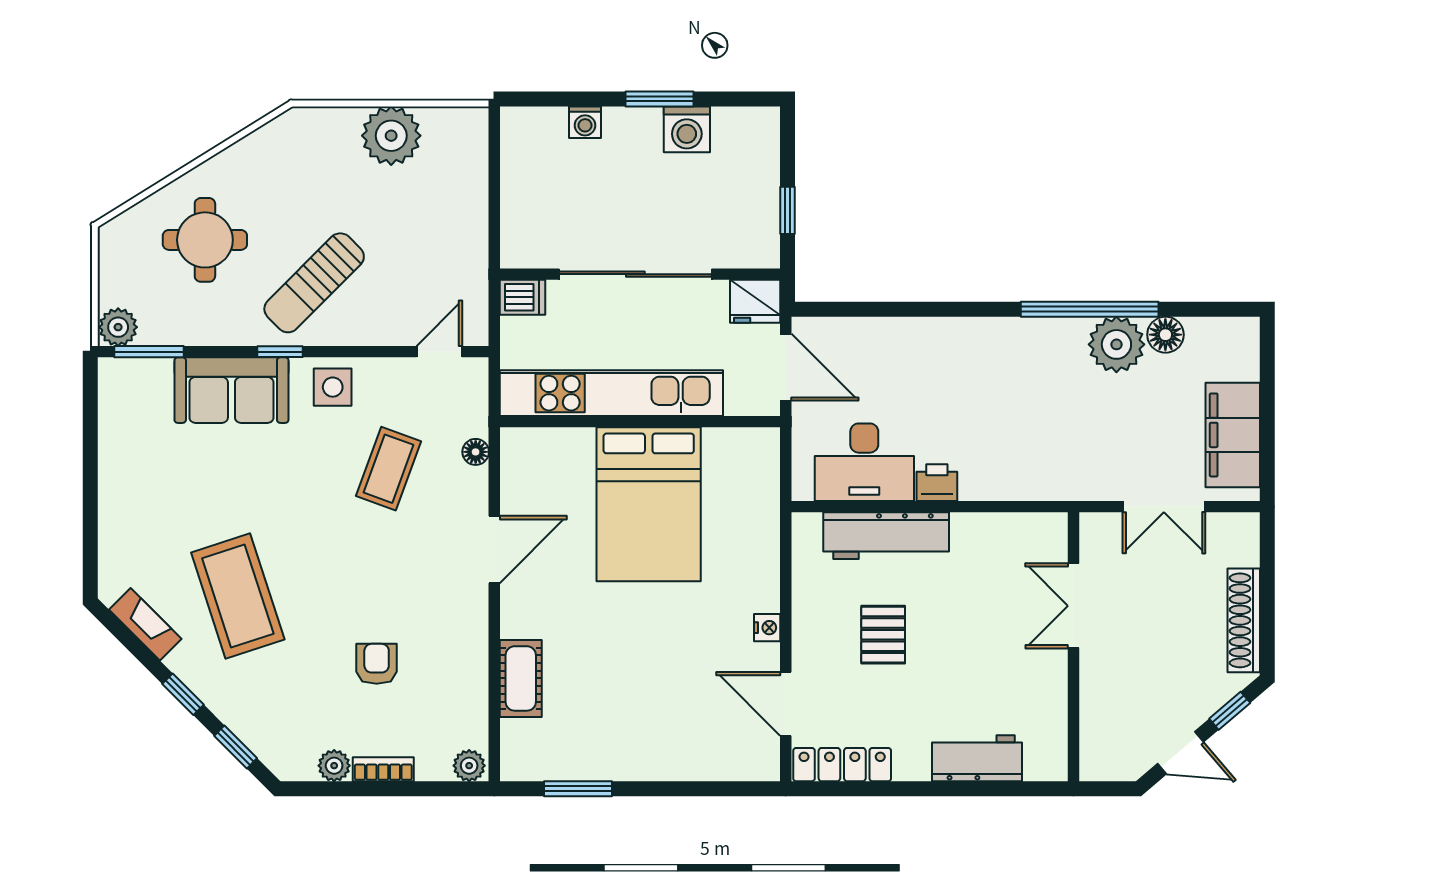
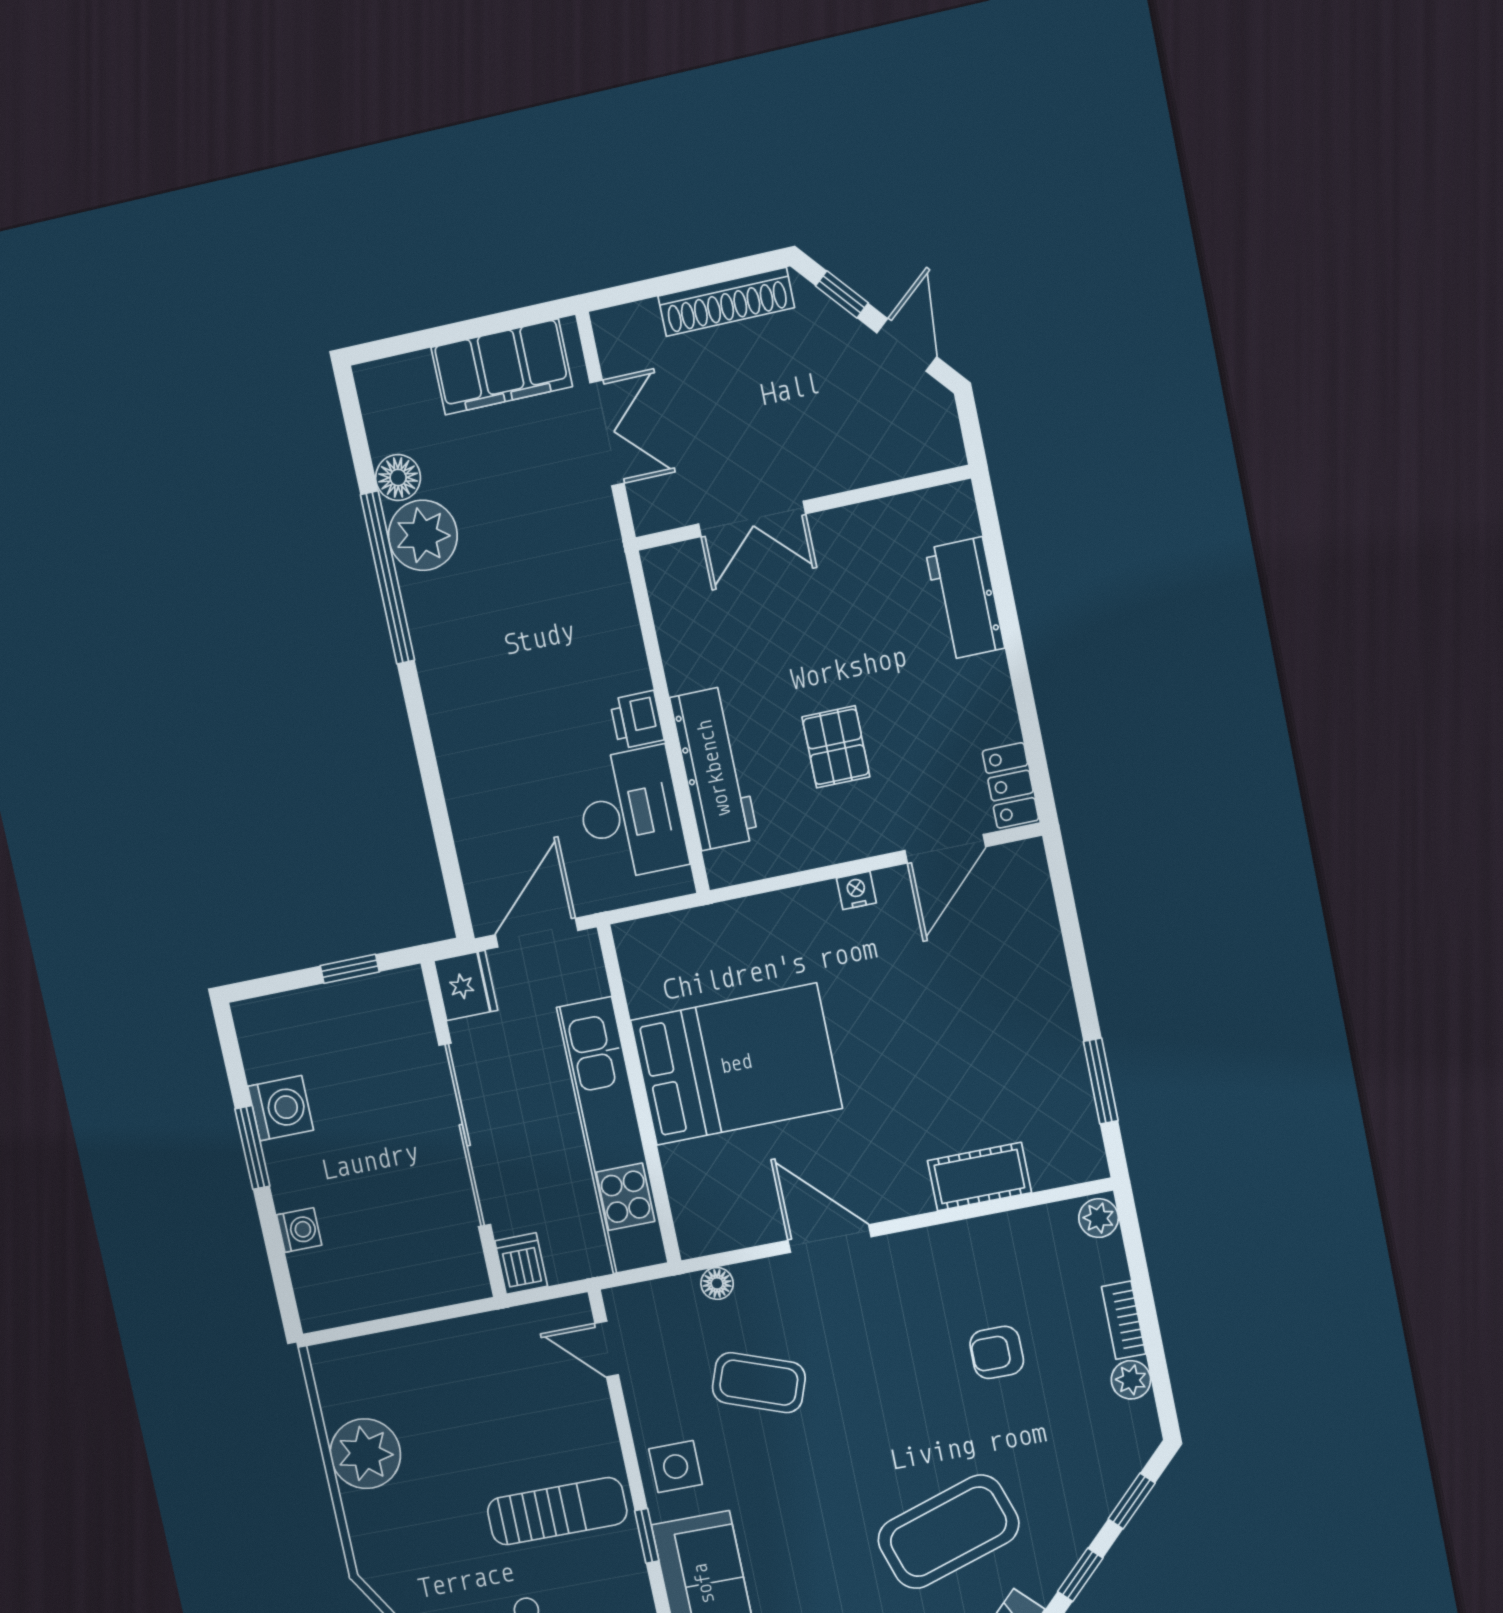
sun lounger: (314, 283) -> (557, 1511), turned -45
pallet: (883, 635) -> (836, 747), turned 90
locker: (842, 765) -> (1011, 785), width x0.66

